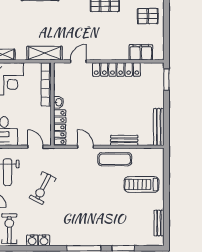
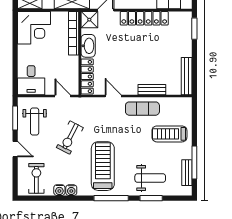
shower: (62, 71) -> (89, 20), added
washbasin: (59, 102) -> (88, 46), width x1.91, depth x1.45
window: (166, 213) -> (194, 162), added
treadmill: (75, 216) -> (103, 166), added
weight bench: (122, 228) -> (150, 178), added

